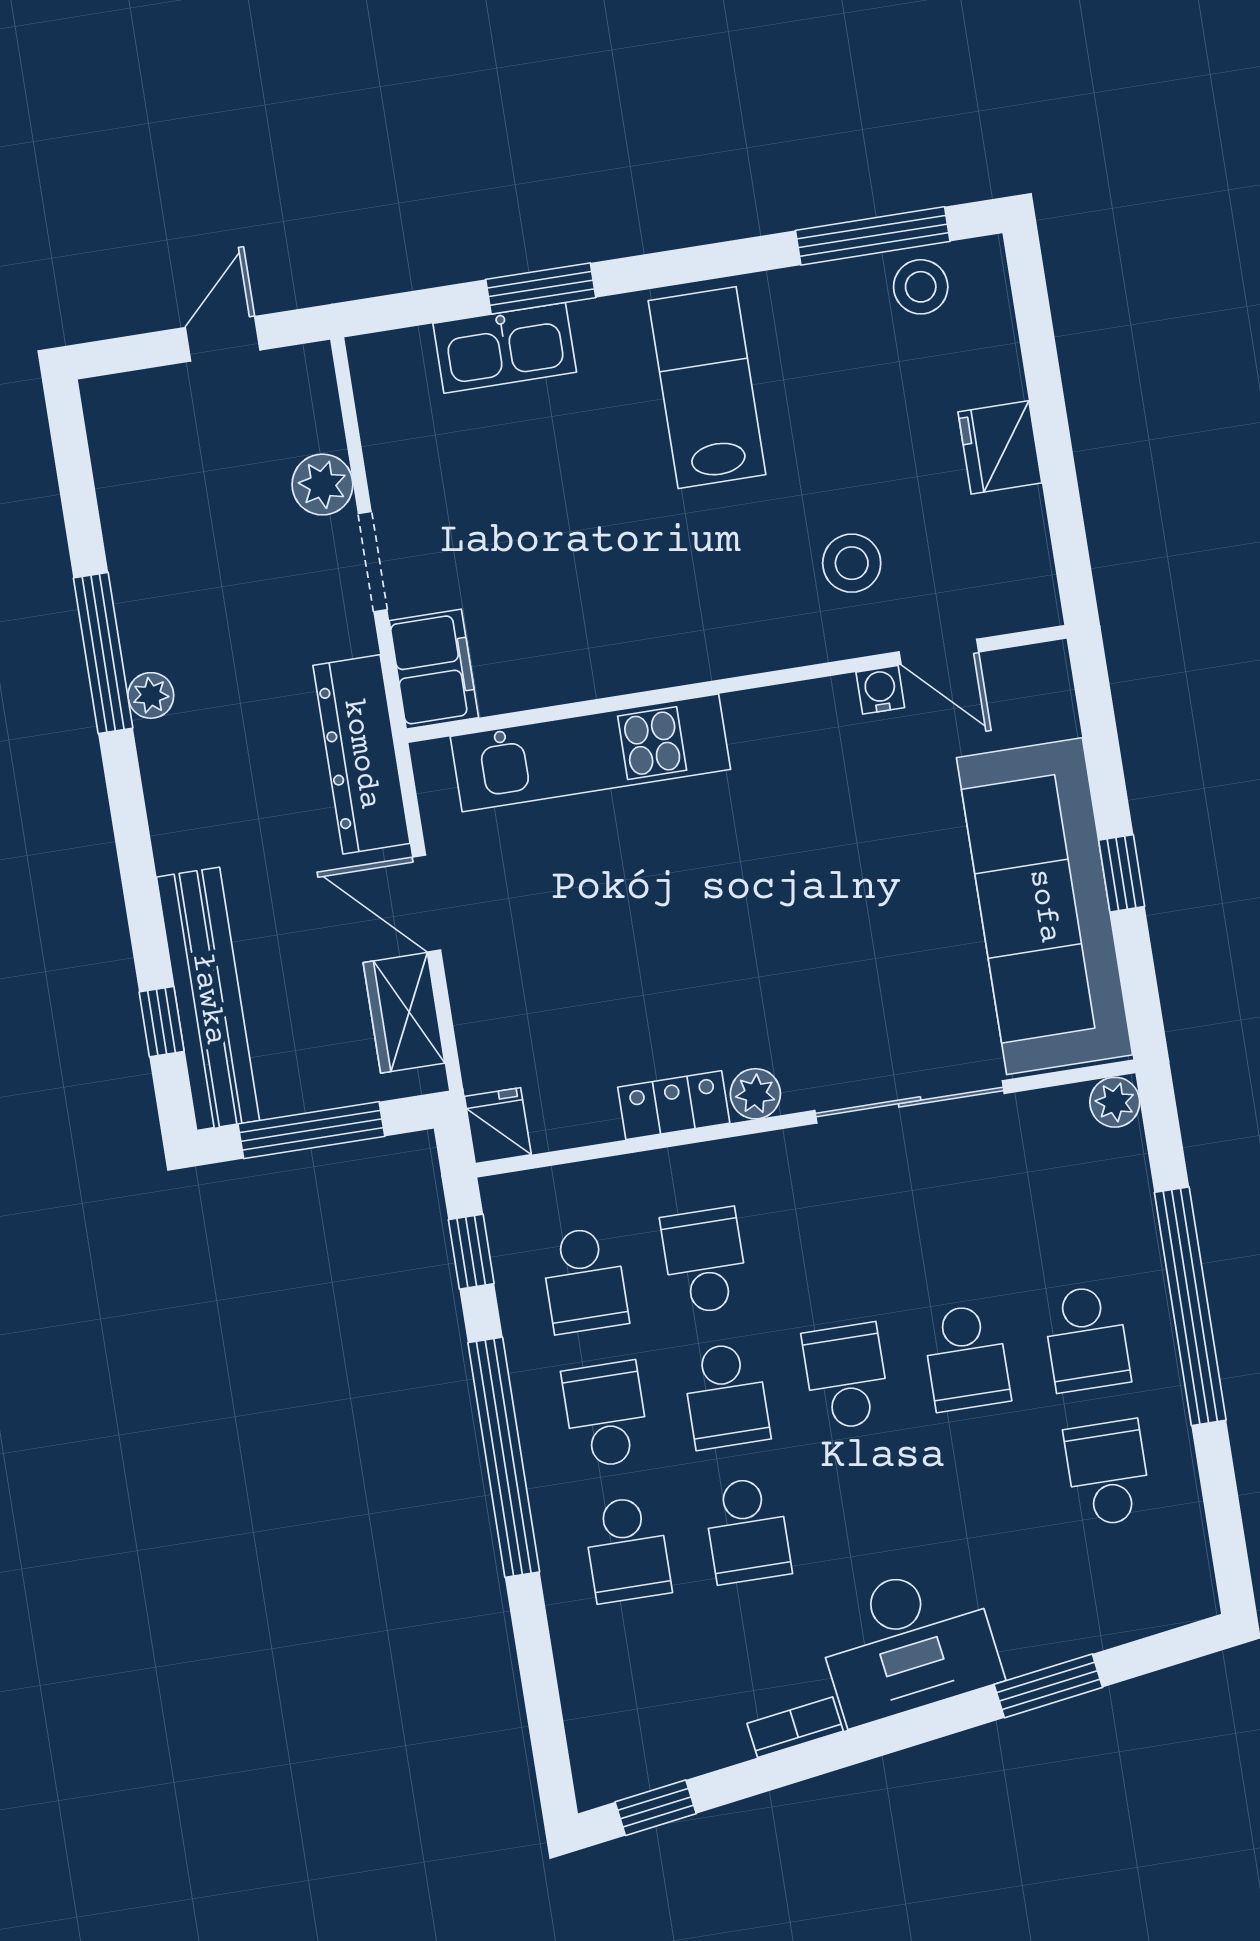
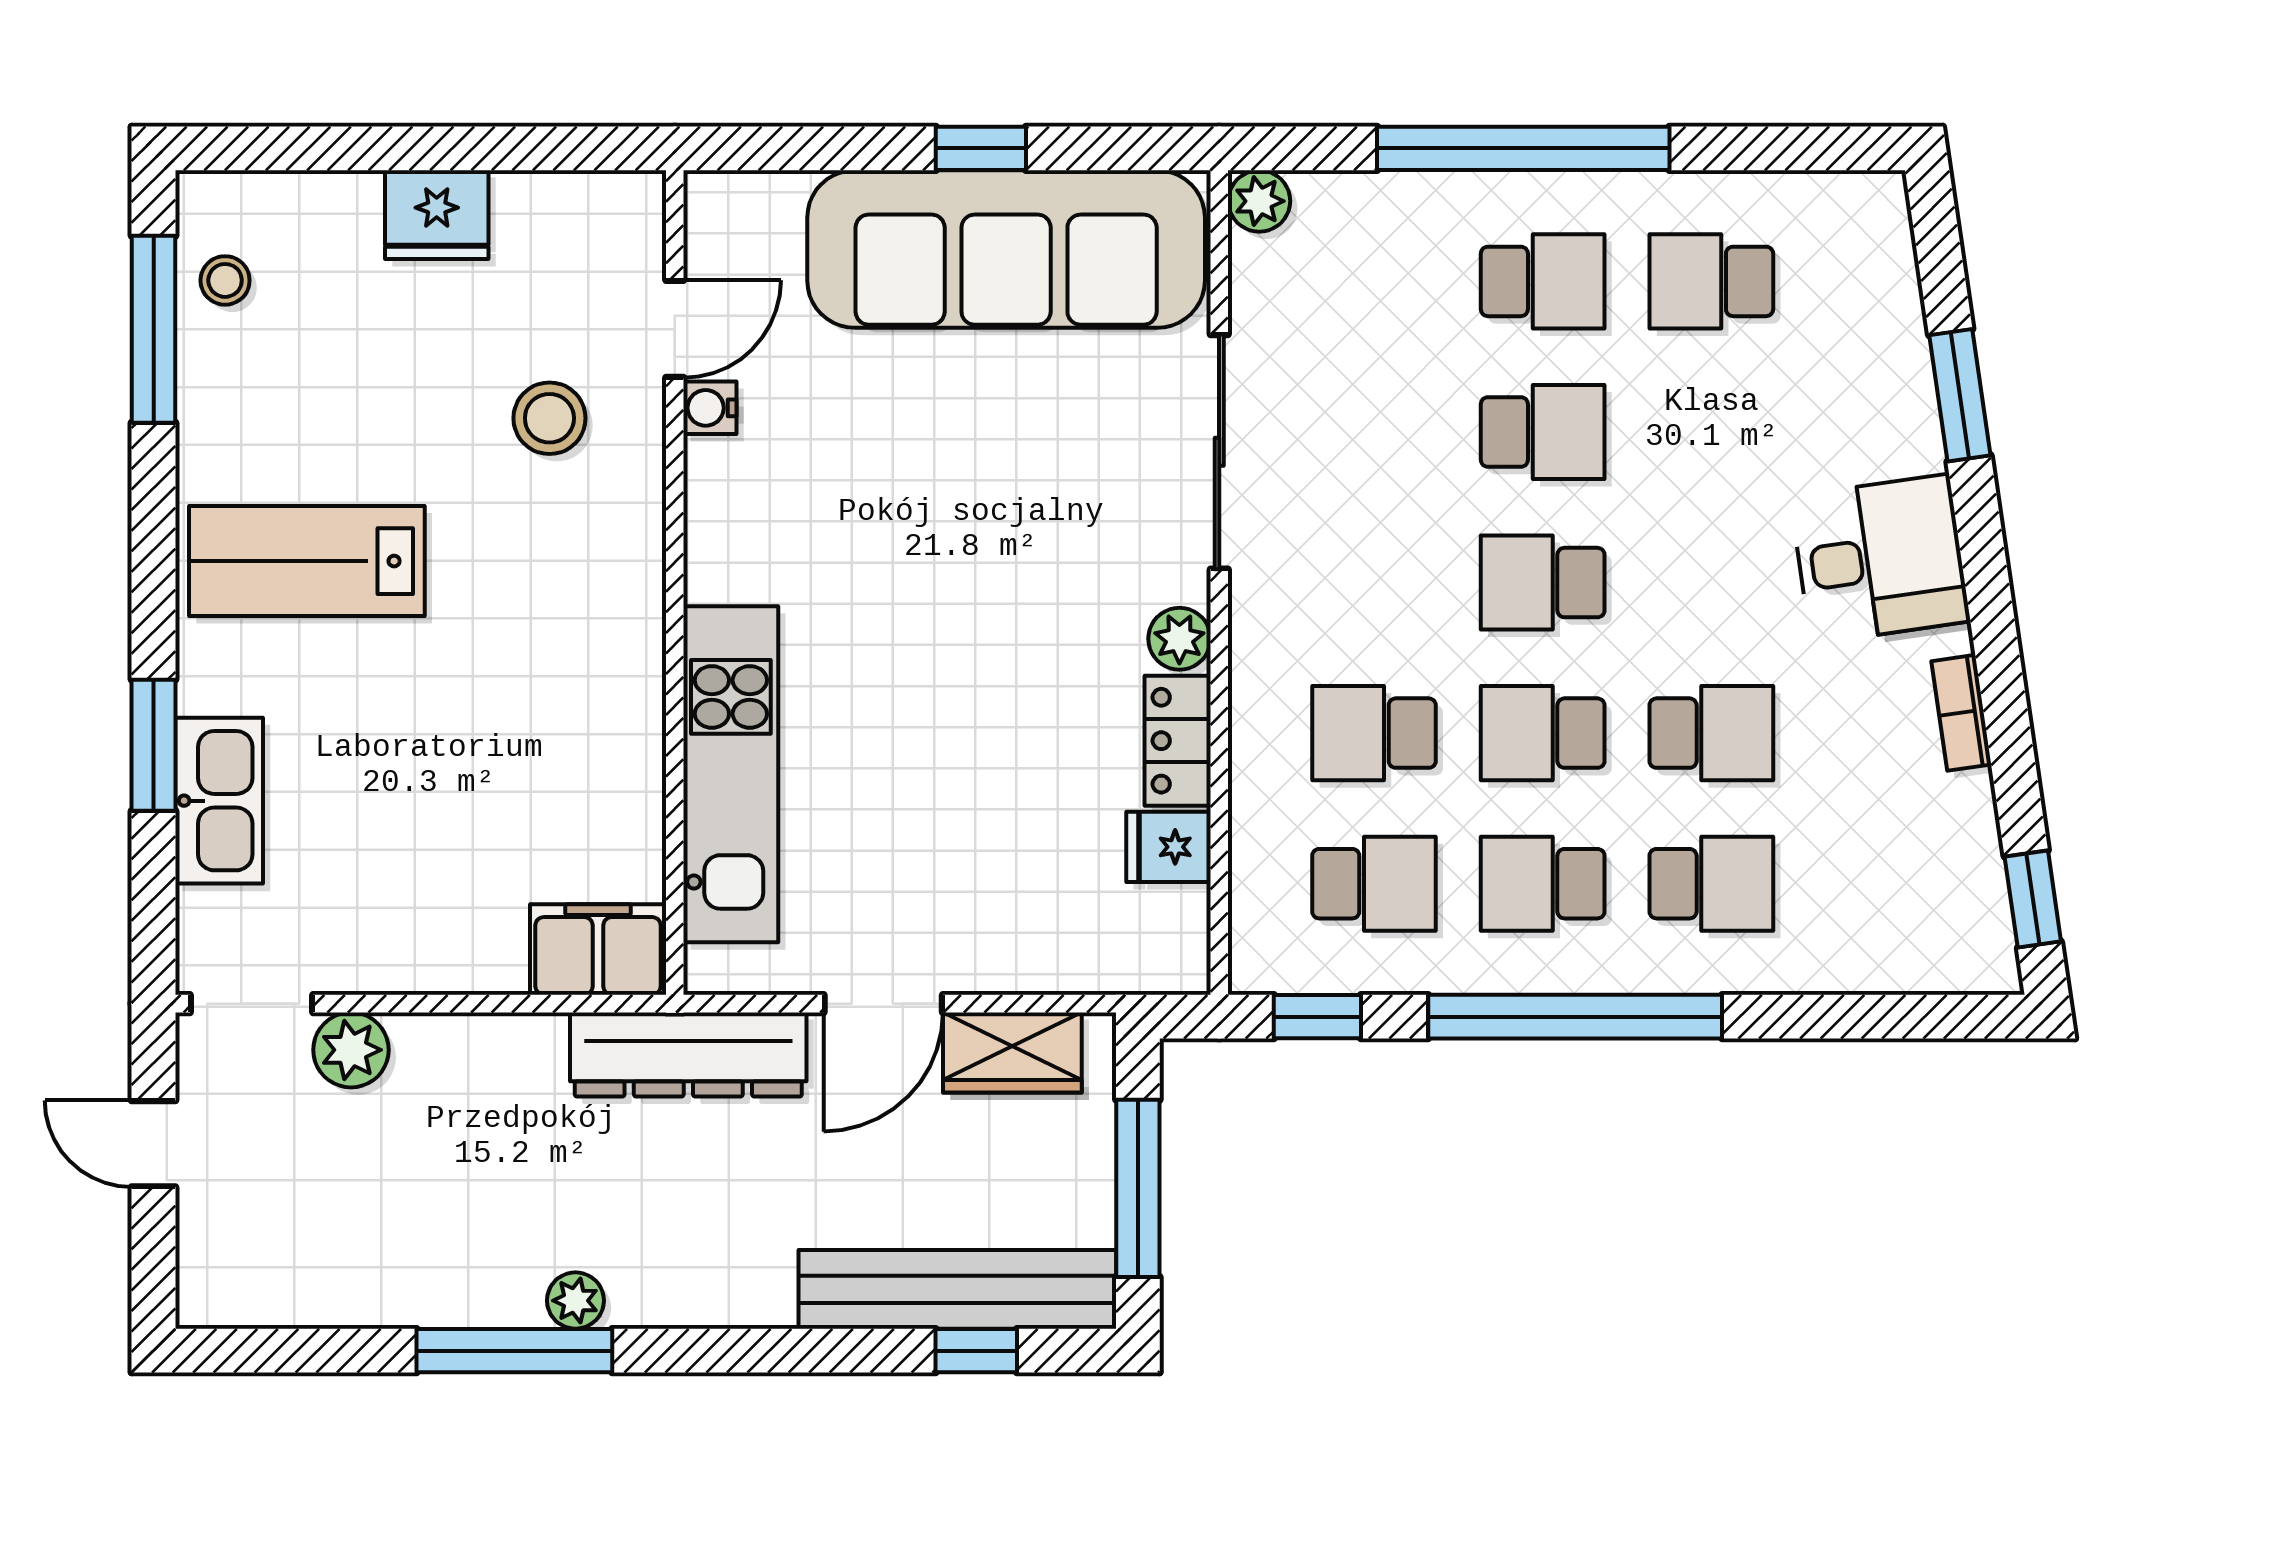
stool: (921, 287) -> (225, 280), width x0.73, depth x0.73
doorway: (373, 562) -> (251, 1004), moved
fridge: (498, 1126) -> (1168, 847), moved
school desk: (726, 1396) -> (1543, 733), turned 180
desk: (908, 1643) -> (1880, 559), width x0.73

